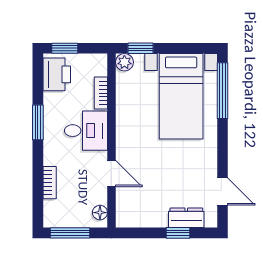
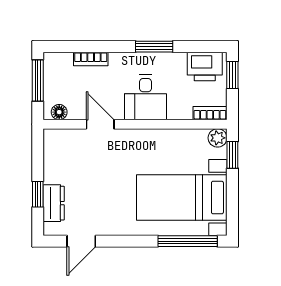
bookcase: (101, 93) -> (210, 113), moved
door: (111, 174) -> (100, 124), swing flipped

